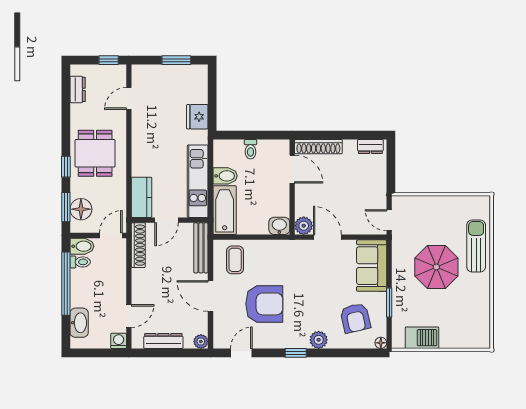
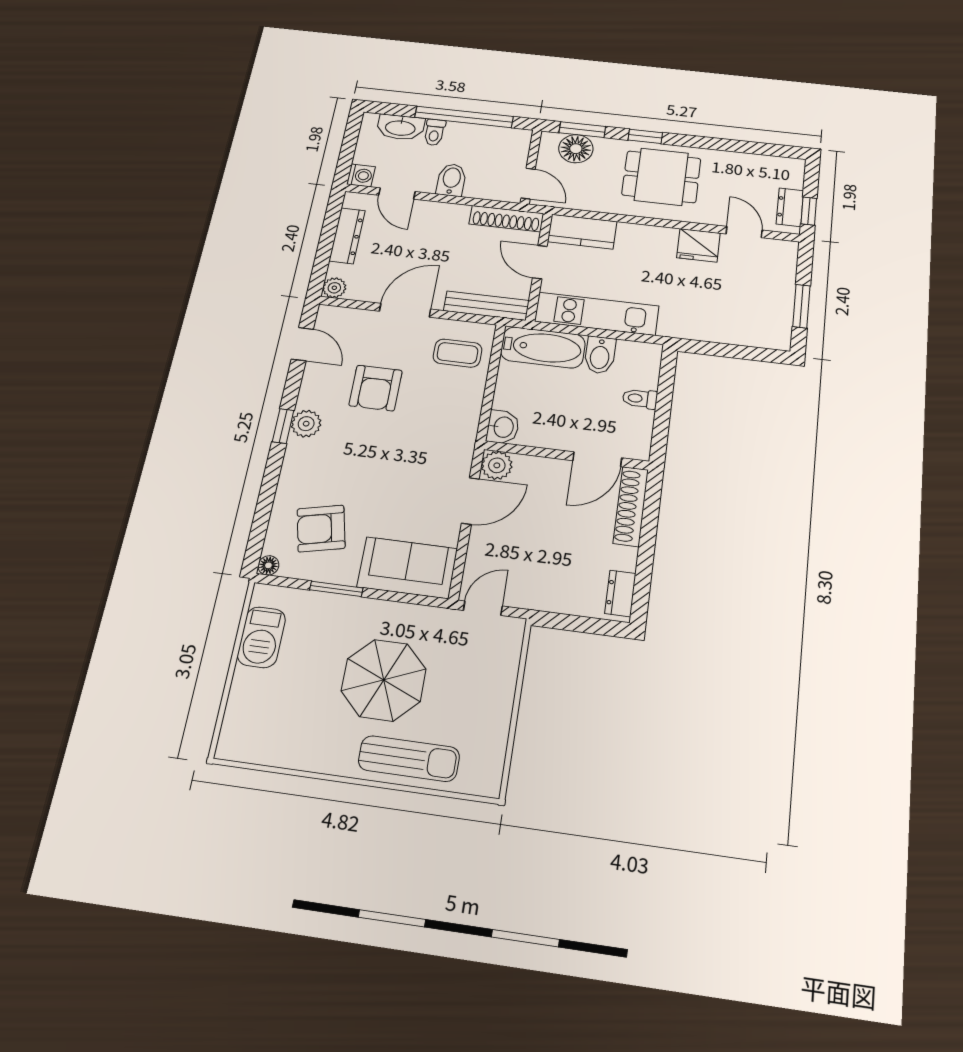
dresser: (78, 89) -> (790, 207), moved, turned 90
fridge: (197, 117) -> (698, 245), moved, turned 180
bidet: (82, 246) -> (451, 180), moved, turned 180
toilet: (80, 262) -> (434, 132), moved
armchair: (264, 304) -> (376, 388), width x0.73, depth x0.73
plant: (319, 340) -> (306, 424), moved

